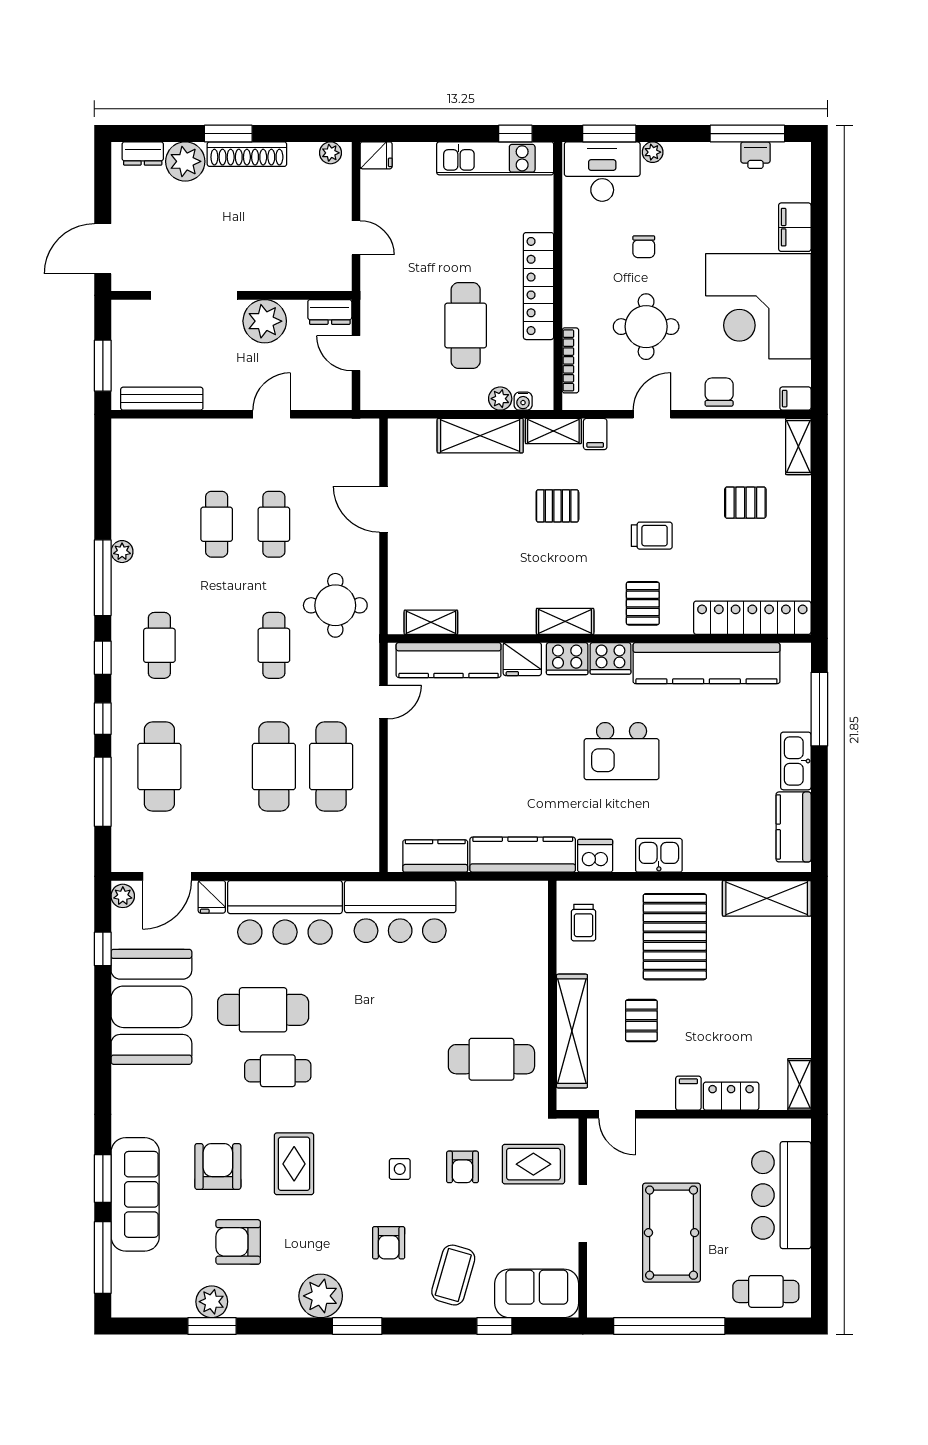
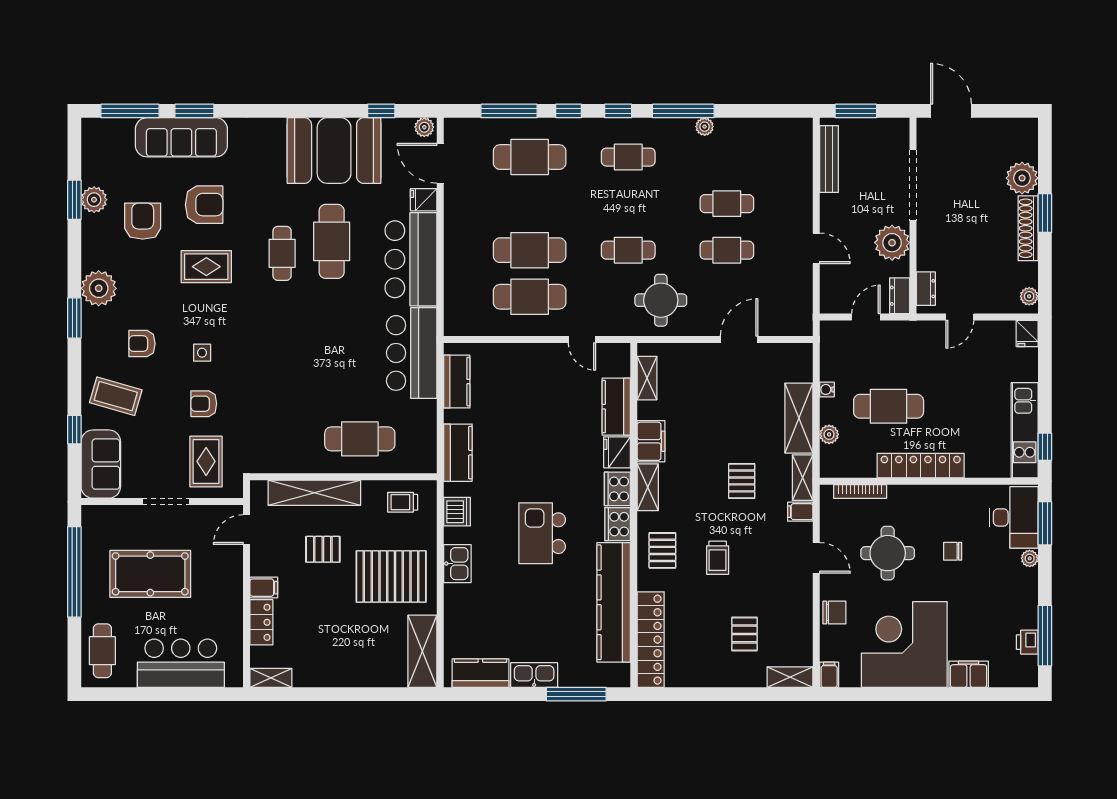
dresser: (143, 153) -> (926, 289), moved, turned 180
water cooler: (523, 401) -> (827, 389), moved
pallet: (643, 603) -> (662, 550), turned 90
filing cabinet: (509, 617) -> (651, 441), added
kitchen counter: (449, 660) -> (616, 407), width x0.67
kitchen counter: (523, 855) -> (458, 453), width x0.67
cafe table: (491, 1059) -> (360, 439), moved, turned 90

